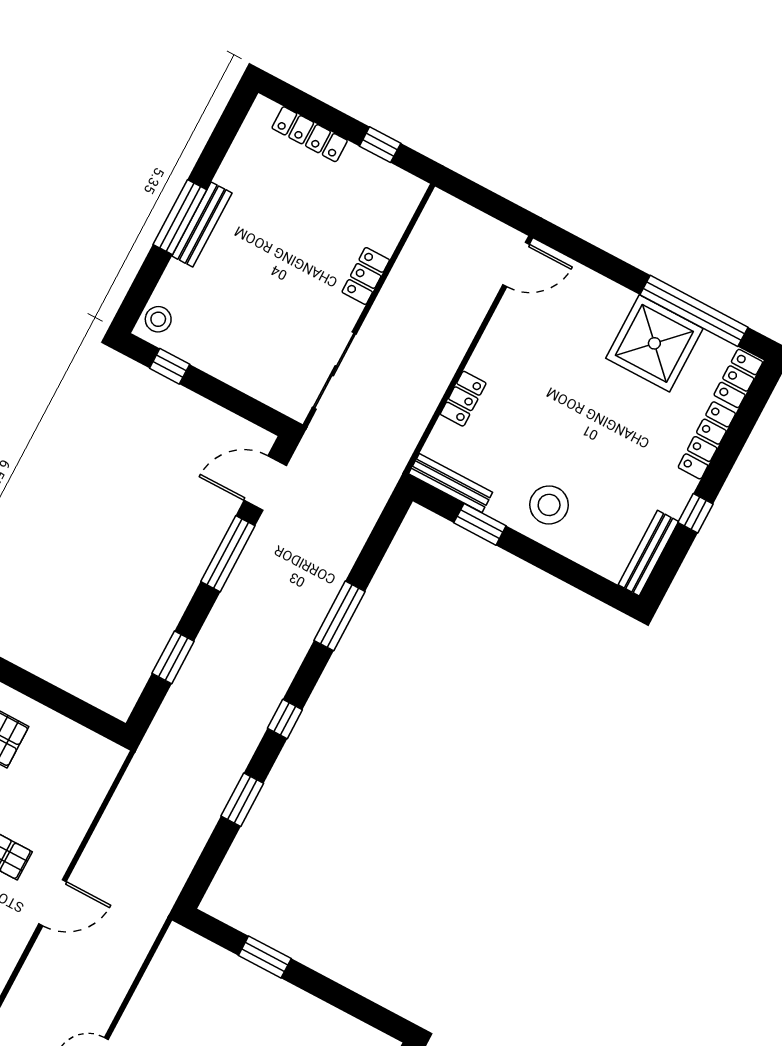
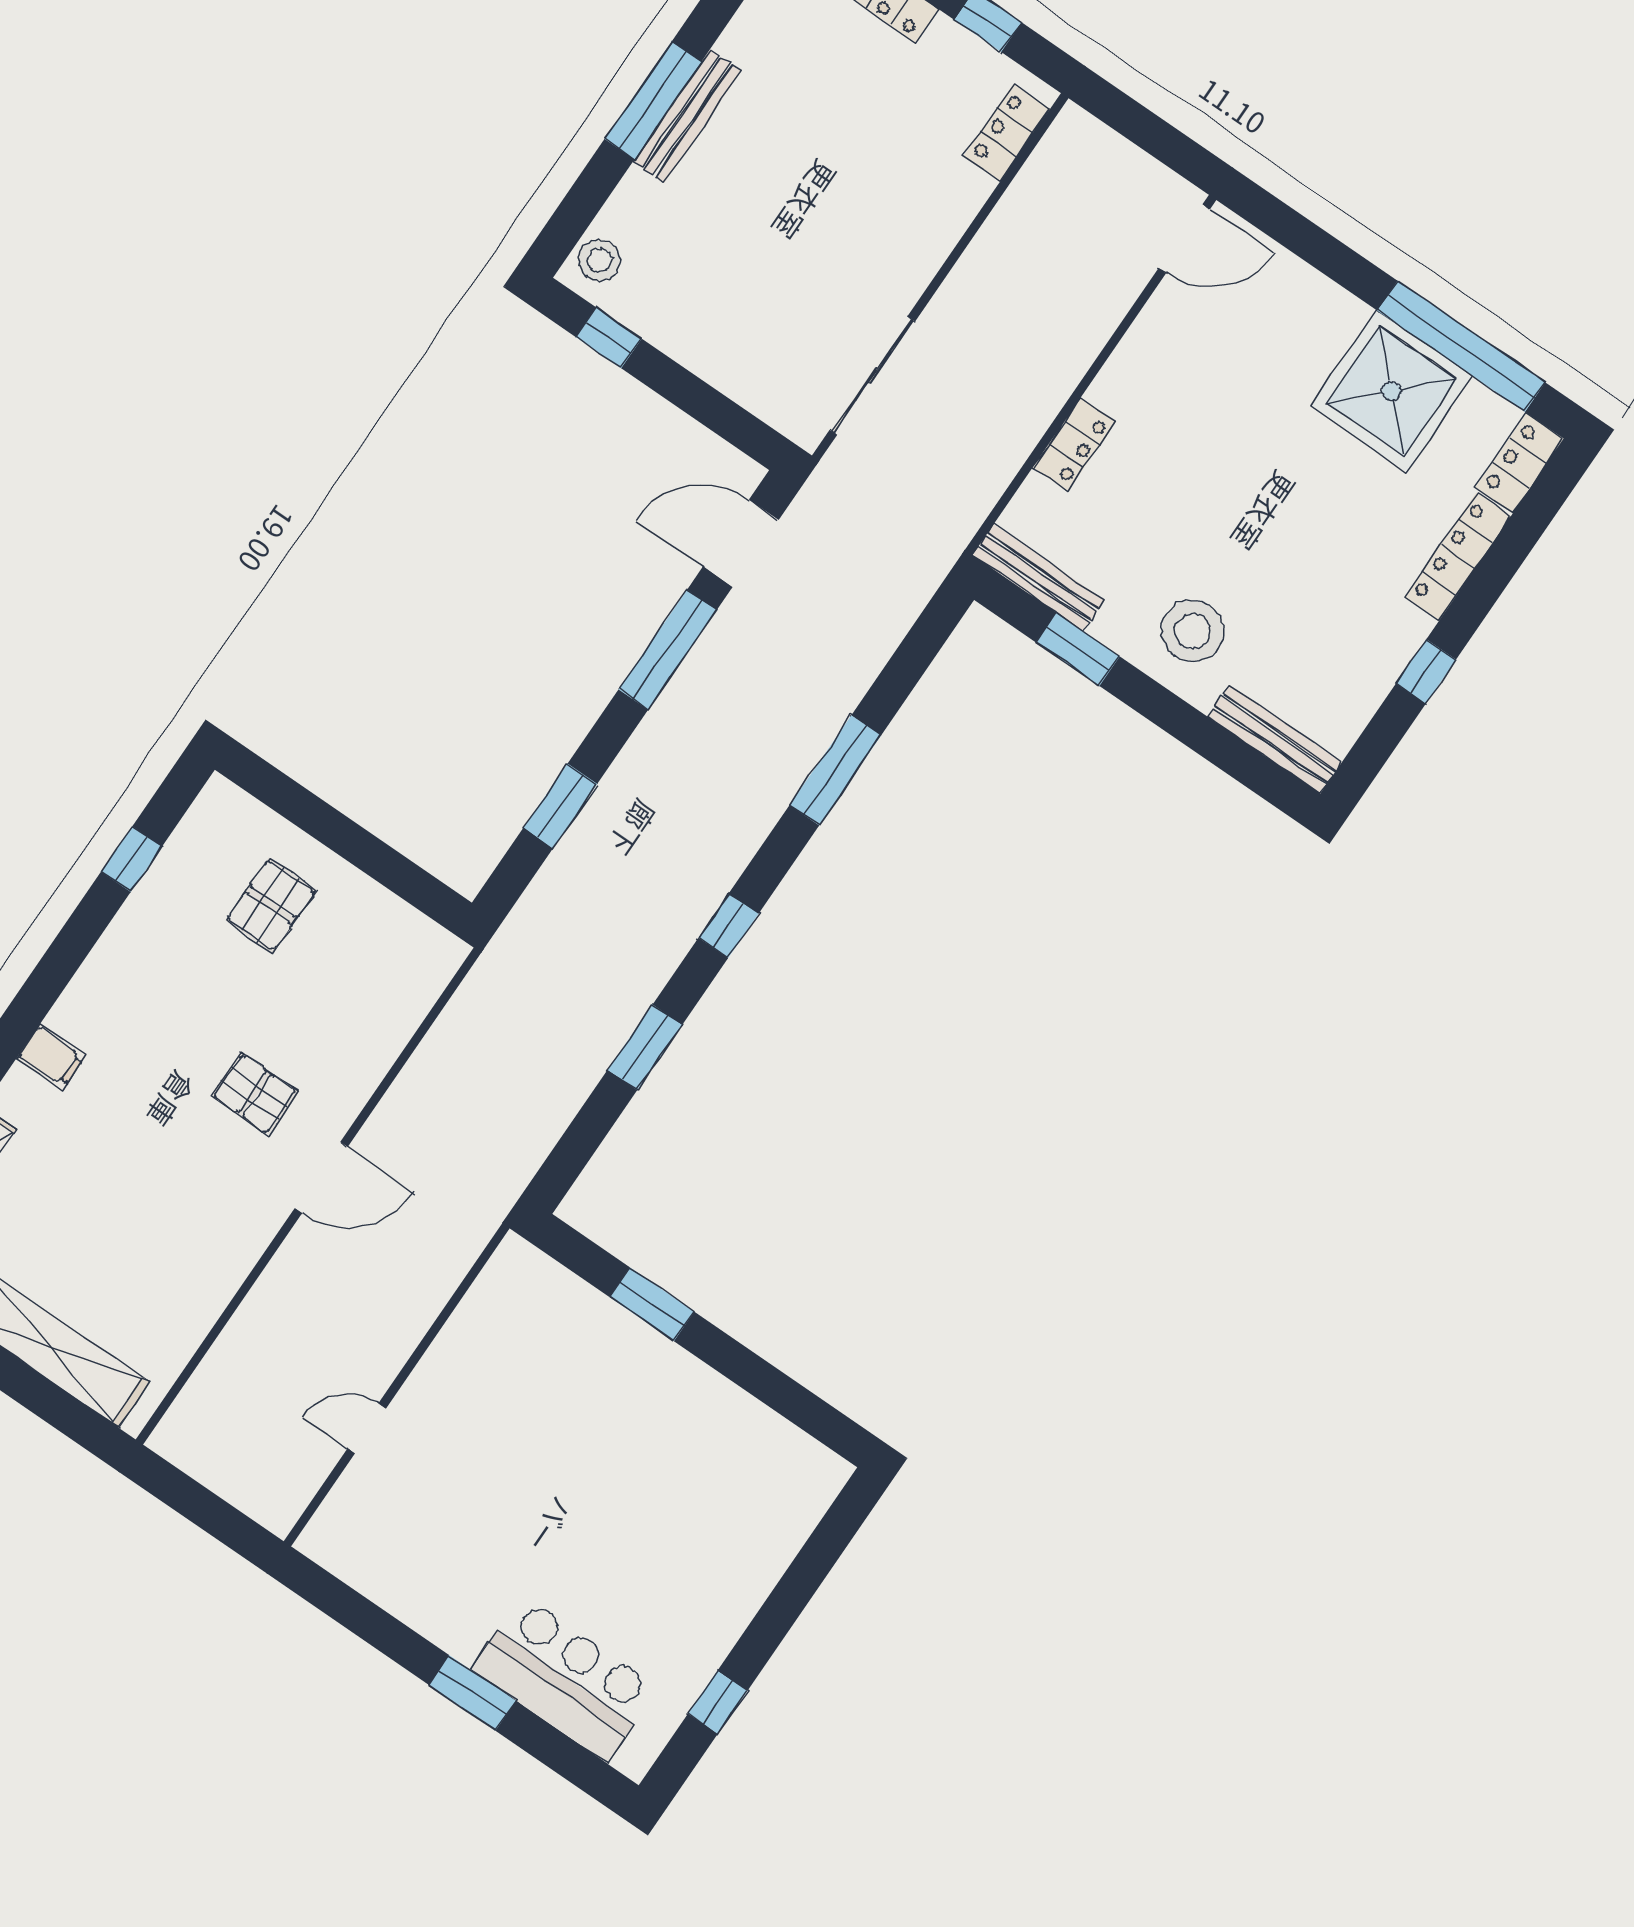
locker: (366, 276) -> (1007, 133), moved
bench: (648, 553) -> (1275, 740), moved, turned 90

